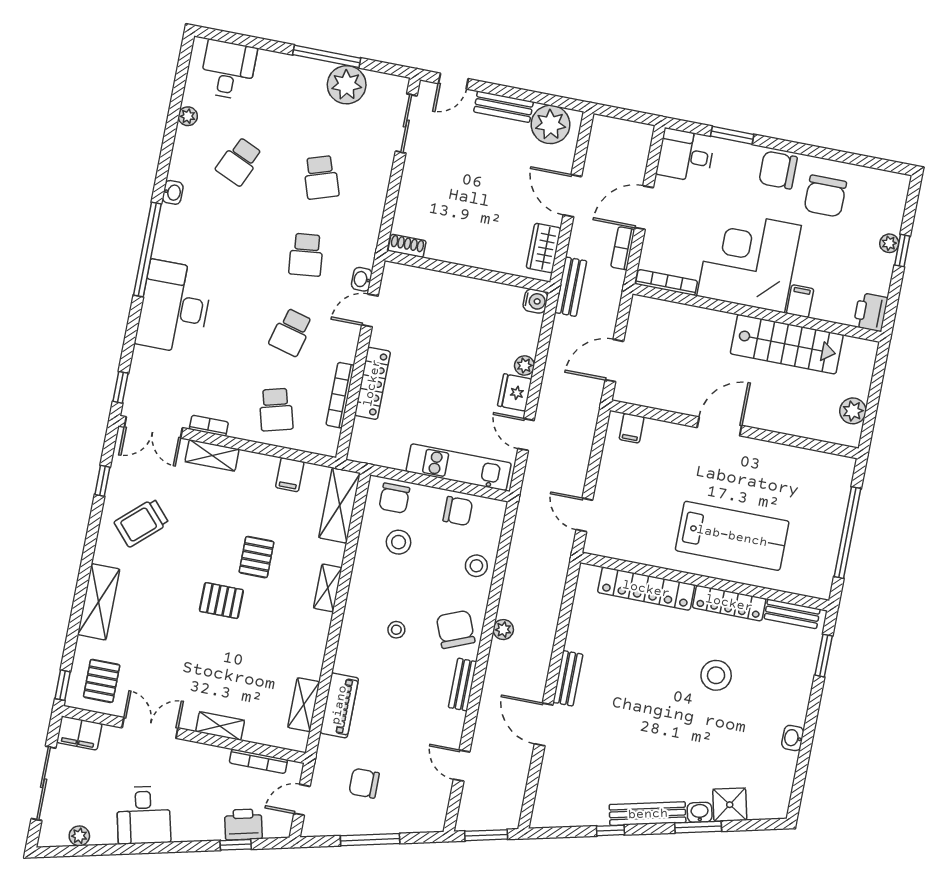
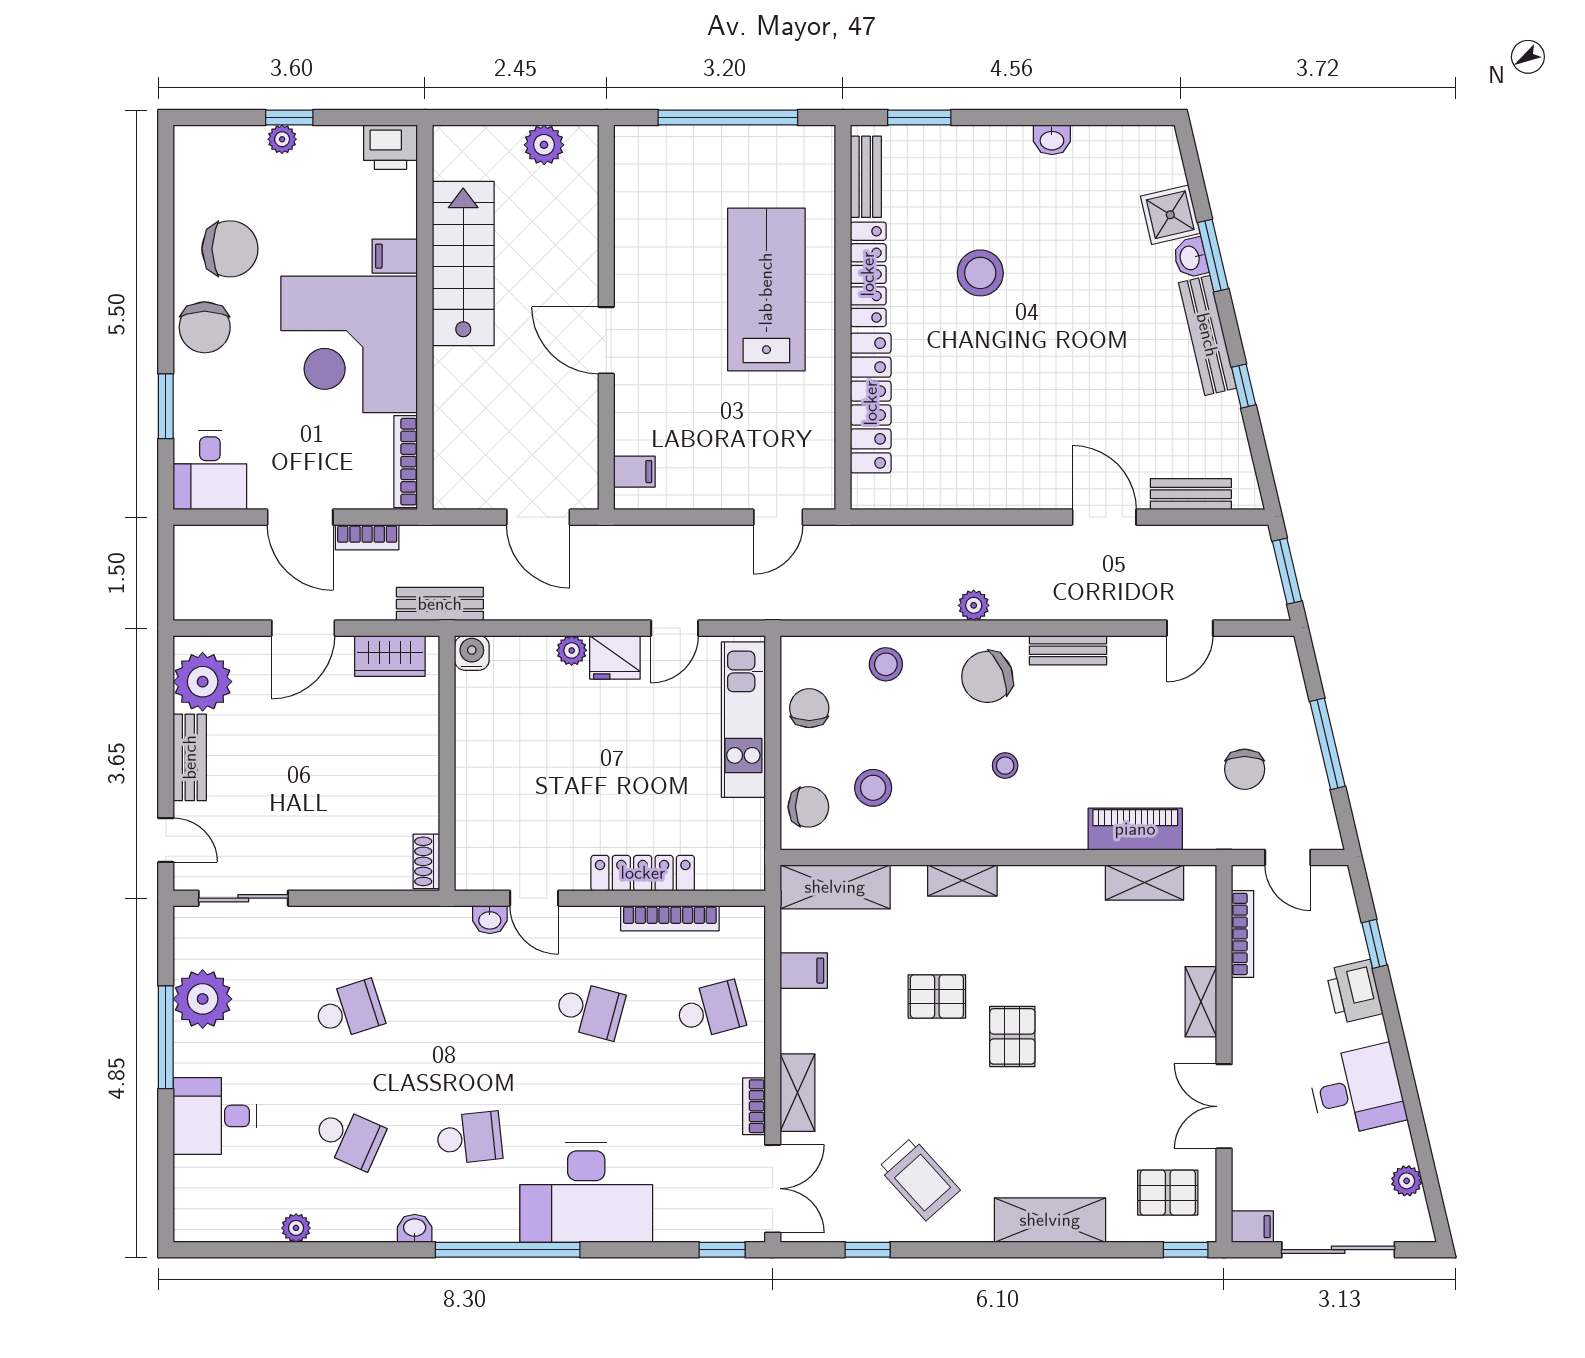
desk: (228, 70) -> (215, 1116), moved
school desk: (306, 255) -> (469, 1138), moved
bench: (568, 678) -> (1191, 494), moved
door: (544, 724) -> (1104, 517), swing flipped
filing cabinet: (79, 733) -> (1252, 1227), width x0.50
printer: (243, 824) -> (1354, 992), moved

